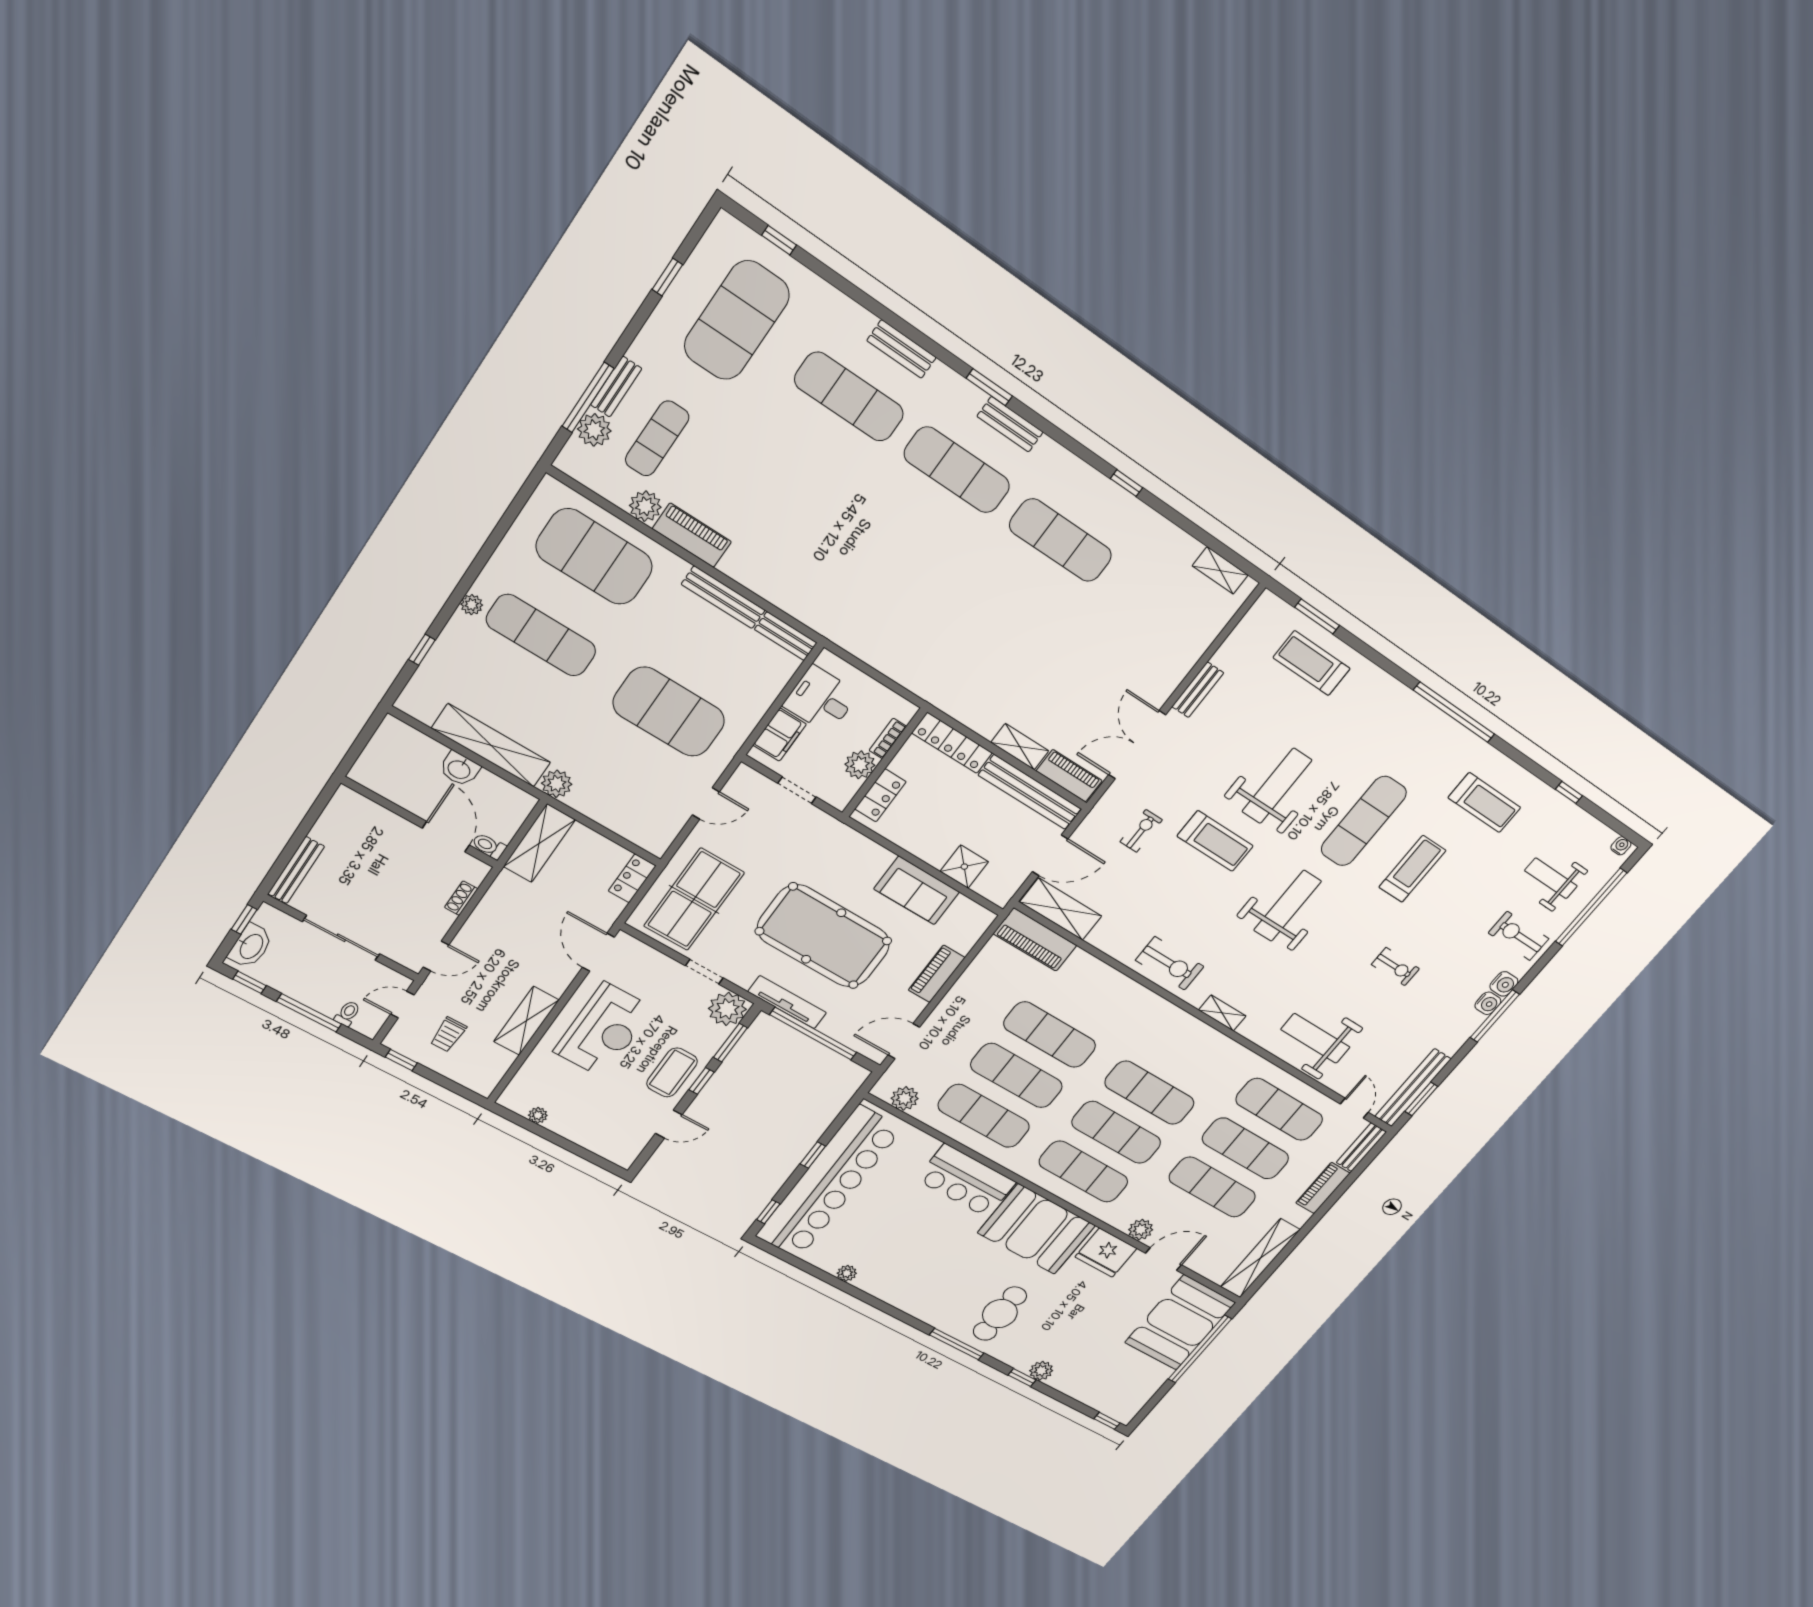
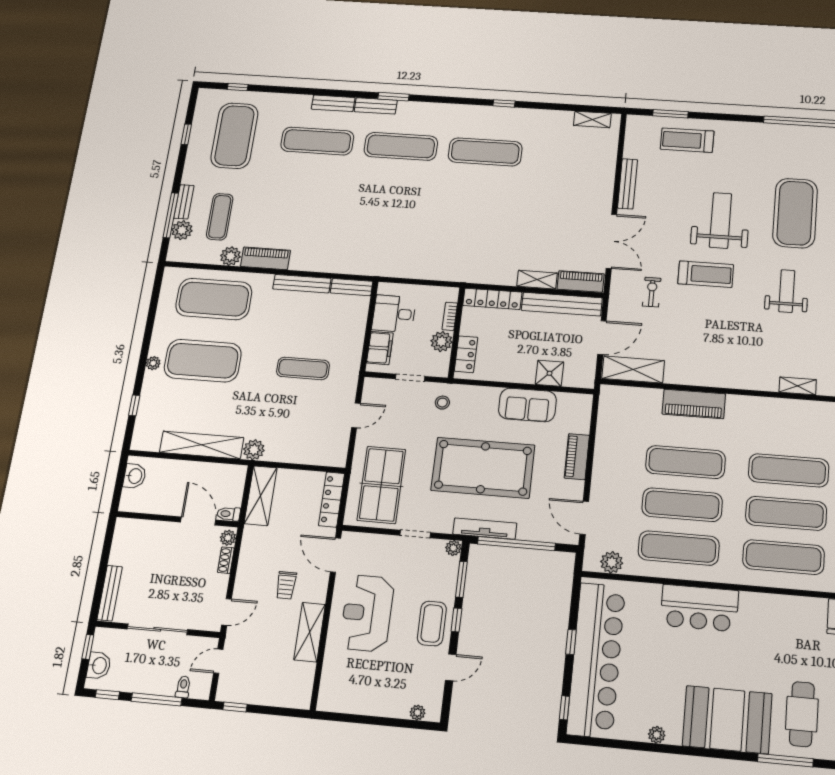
bench: (1010, 424) -> (376, 106), moved
exercise mat: (541, 635) -> (203, 361), width x1.47
bench: (1198, 690) -> (628, 184), width x1.36
exercise mat: (669, 712) -> (303, 368), width x0.50, depth x0.69
double door: (1137, 745) -> (611, 241), swing flipped
washbasin: (459, 769) -> (135, 476), moved, turned -90
exercise mat: (1364, 821) -> (795, 213), width x1.47
stool: (819, 839) -> (442, 403), added
plant: (475, 874) -> (228, 538), added
locker: (632, 878) -> (332, 499), width x1.53
weight bench: (1287, 906) -> (787, 291), width x0.73, depth x0.75
piano: (1035, 940) -> (694, 404), moved
washbasin: (251, 946) -> (99, 665), width x0.72
exercise bike: (1170, 963) -> (734, 370), removed
plant: (727, 1009) -> (453, 548), width x0.53, depth x0.53
reception desk: (604, 1030) -> (367, 613), turned 180
trolley: (448, 1034) -> (286, 585), moved
door: (904, 1041) -> (584, 518), hinge flipped
plant: (538, 1115) -> (418, 713), moved
booth: (1036, 1229) -> (727, 720), moved

